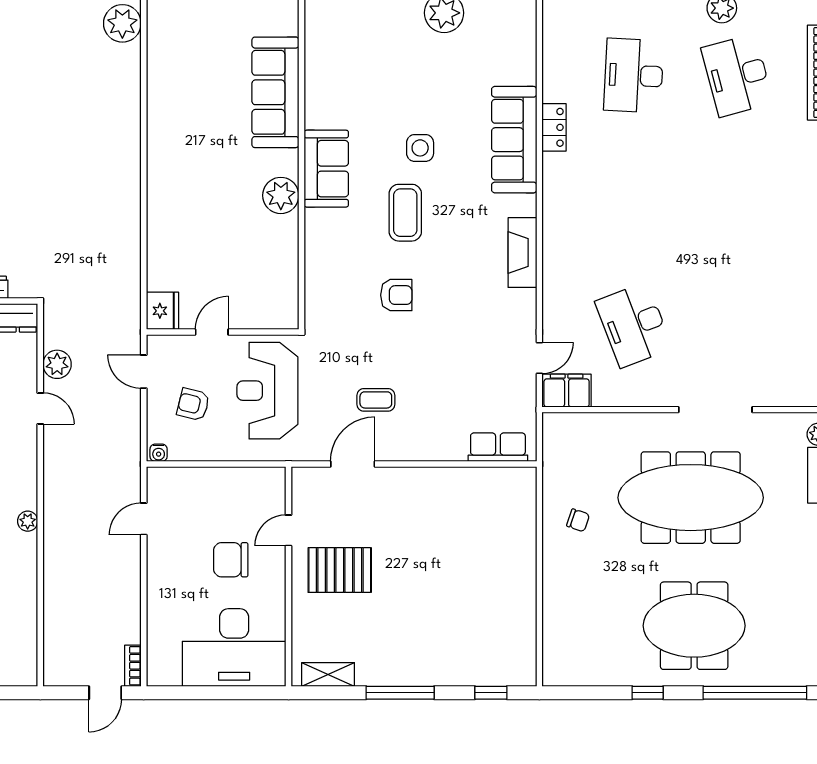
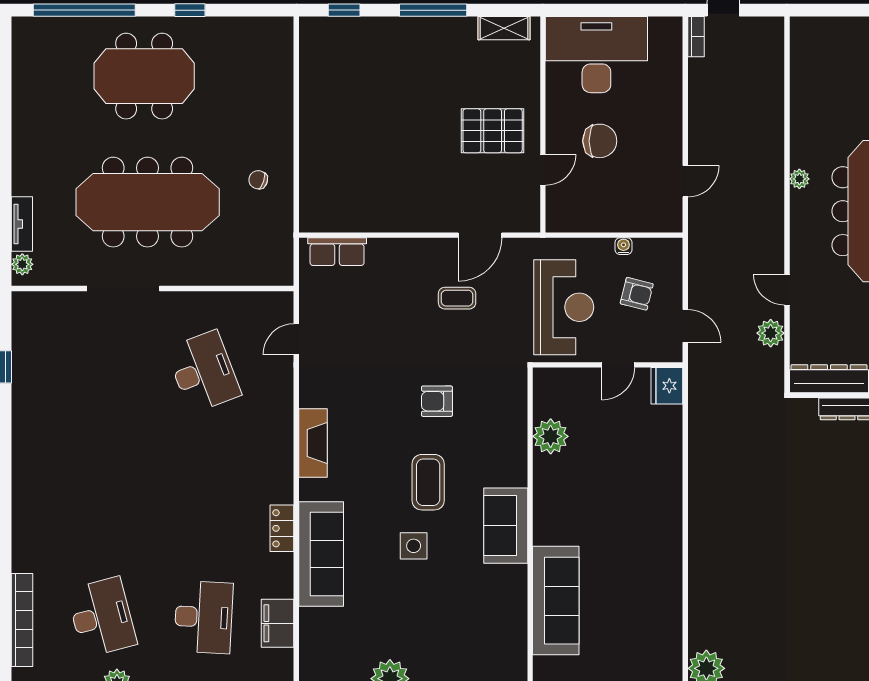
locker: (554, 127) -> (282, 528), moved
plant: (281, 195) -> (551, 436), moved
filing cabinet: (567, 391) -> (278, 623), moved, turned 90
water cooler: (159, 453) -> (623, 246), moved

